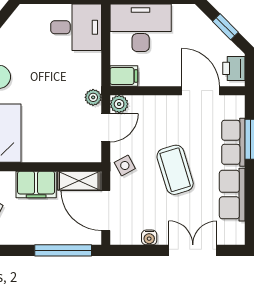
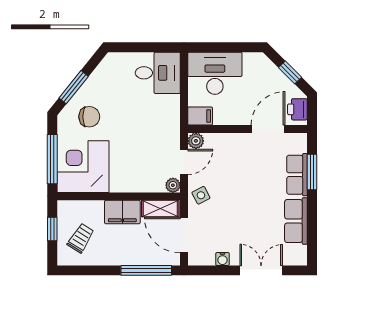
door: (201, 91) -> (268, 129), hinge flipped
plant: (93, 97) -> (173, 185), moved
coffee table: (175, 170) -> (245, 199), removed

